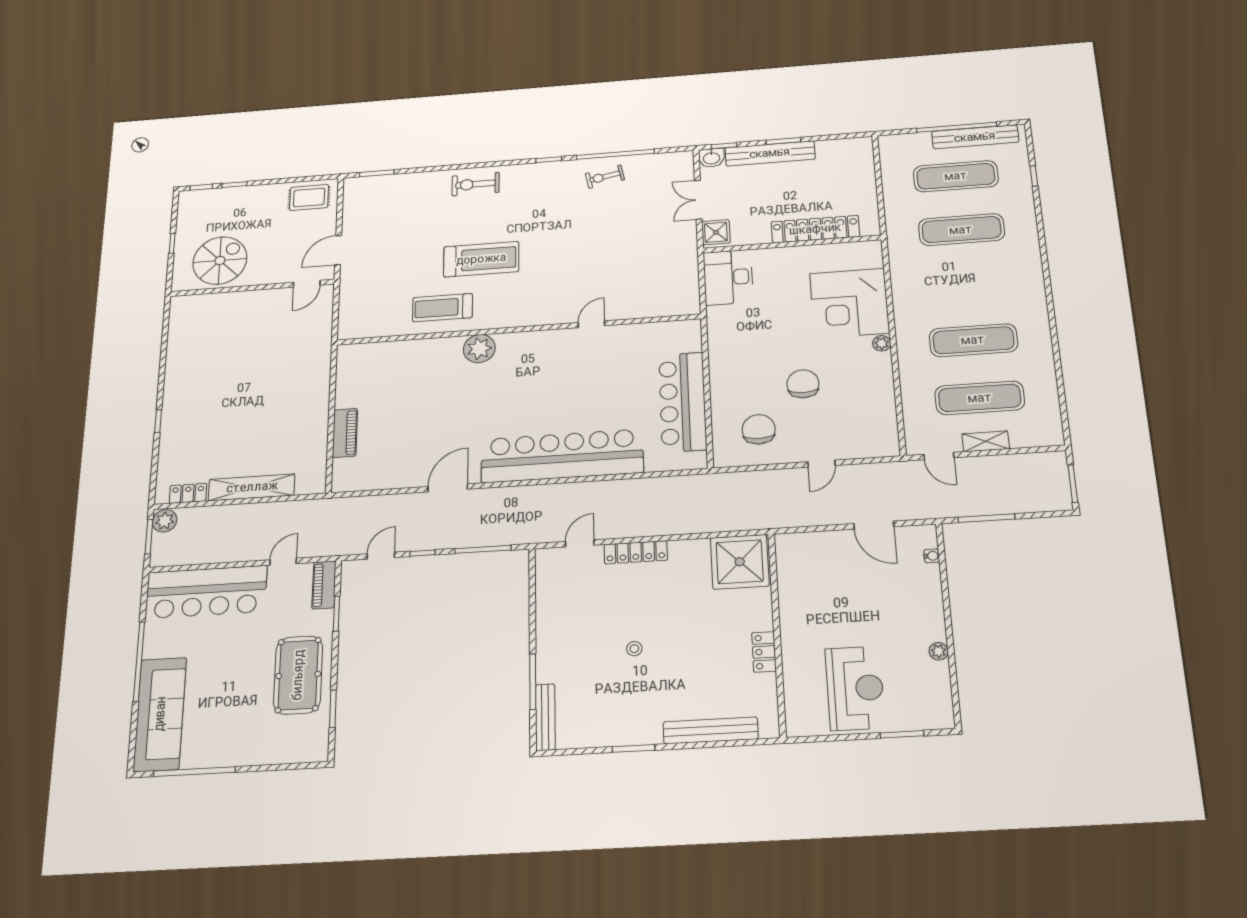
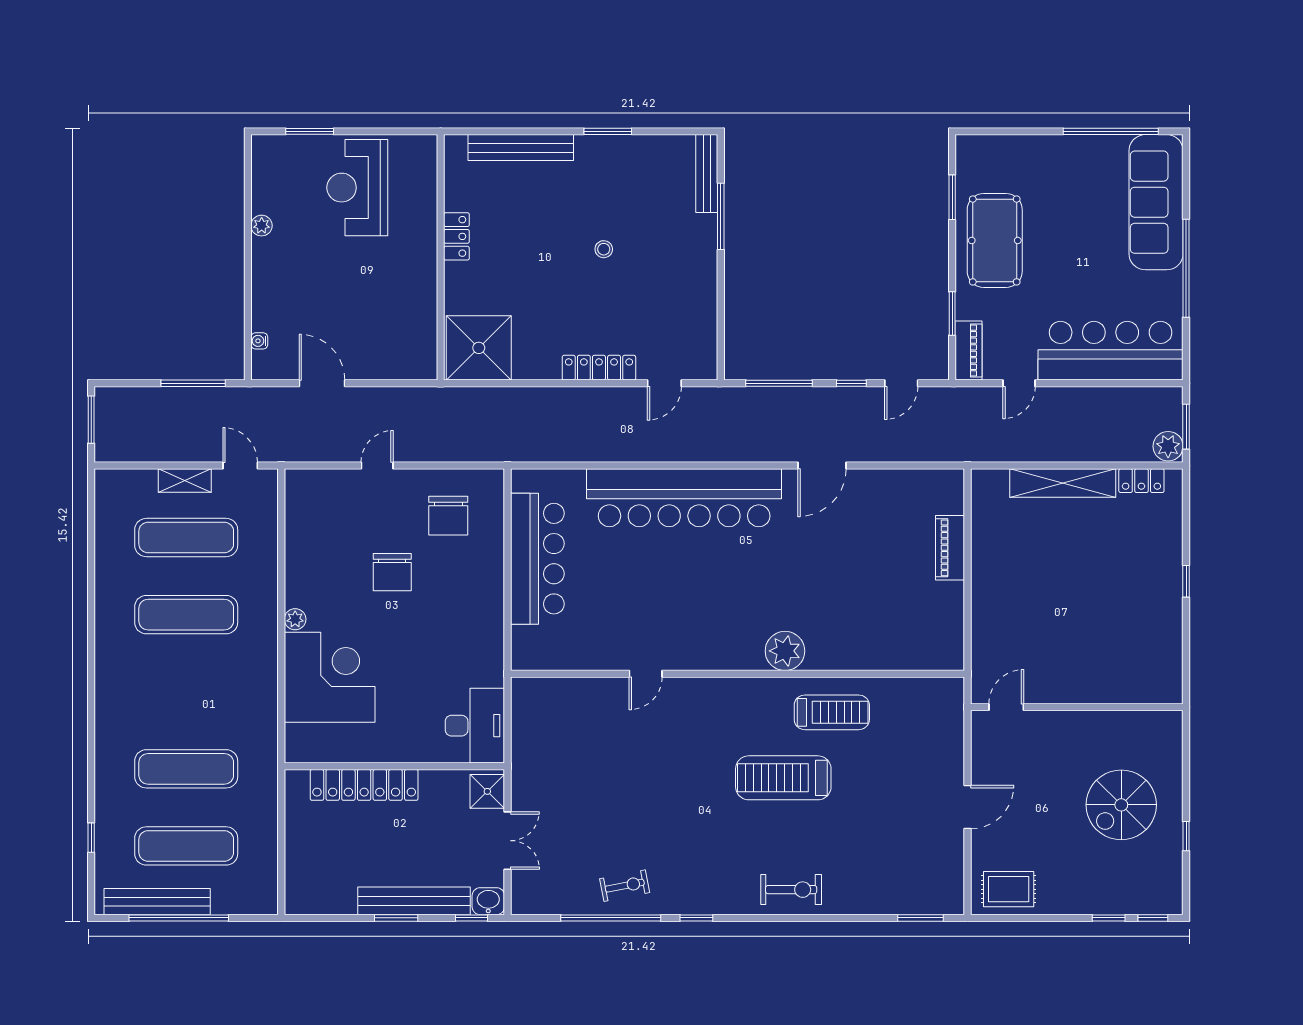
door: (307, 284) -> (1006, 707), moved
wall: (252, 288) -> (1077, 707), moved

